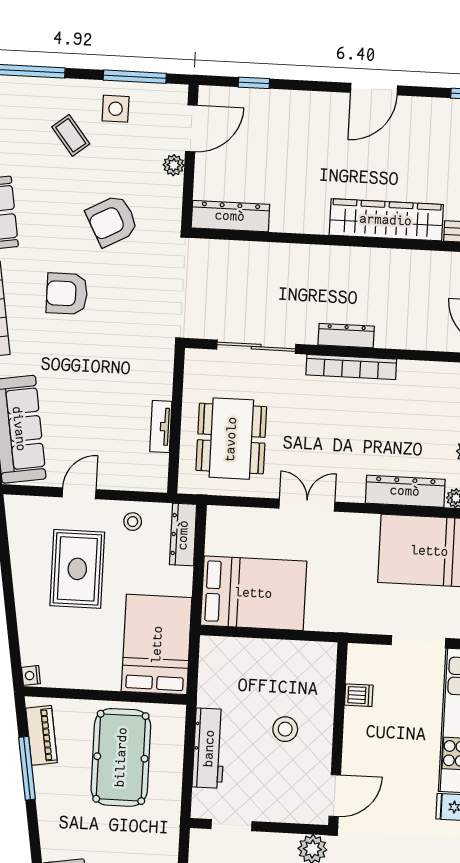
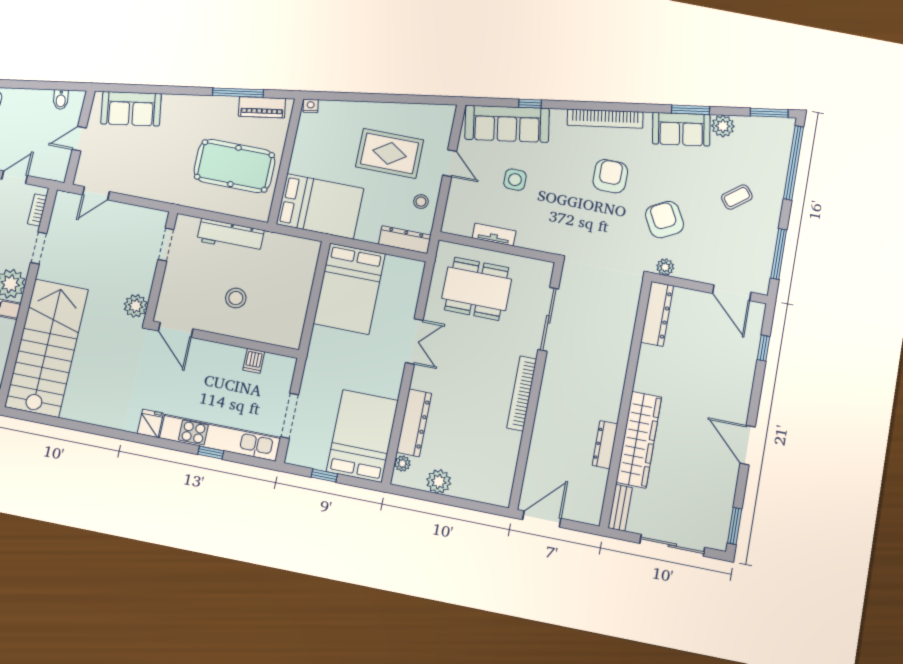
side table: (116, 109) -> (515, 180), moved
plant: (174, 165) -> (665, 267), moved
dresser: (346, 336) -> (605, 445), moved, turned 180

